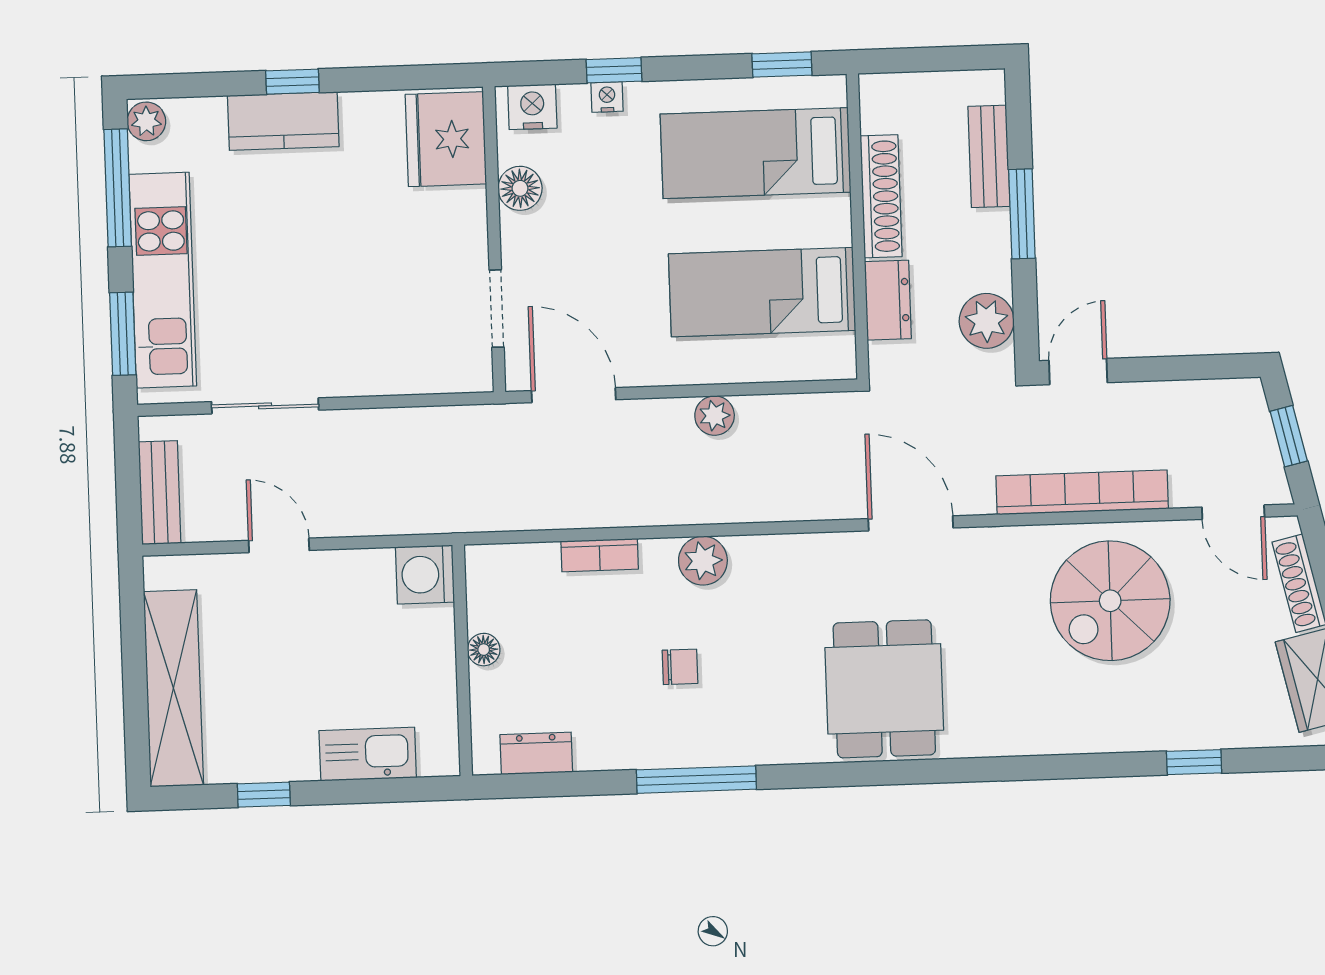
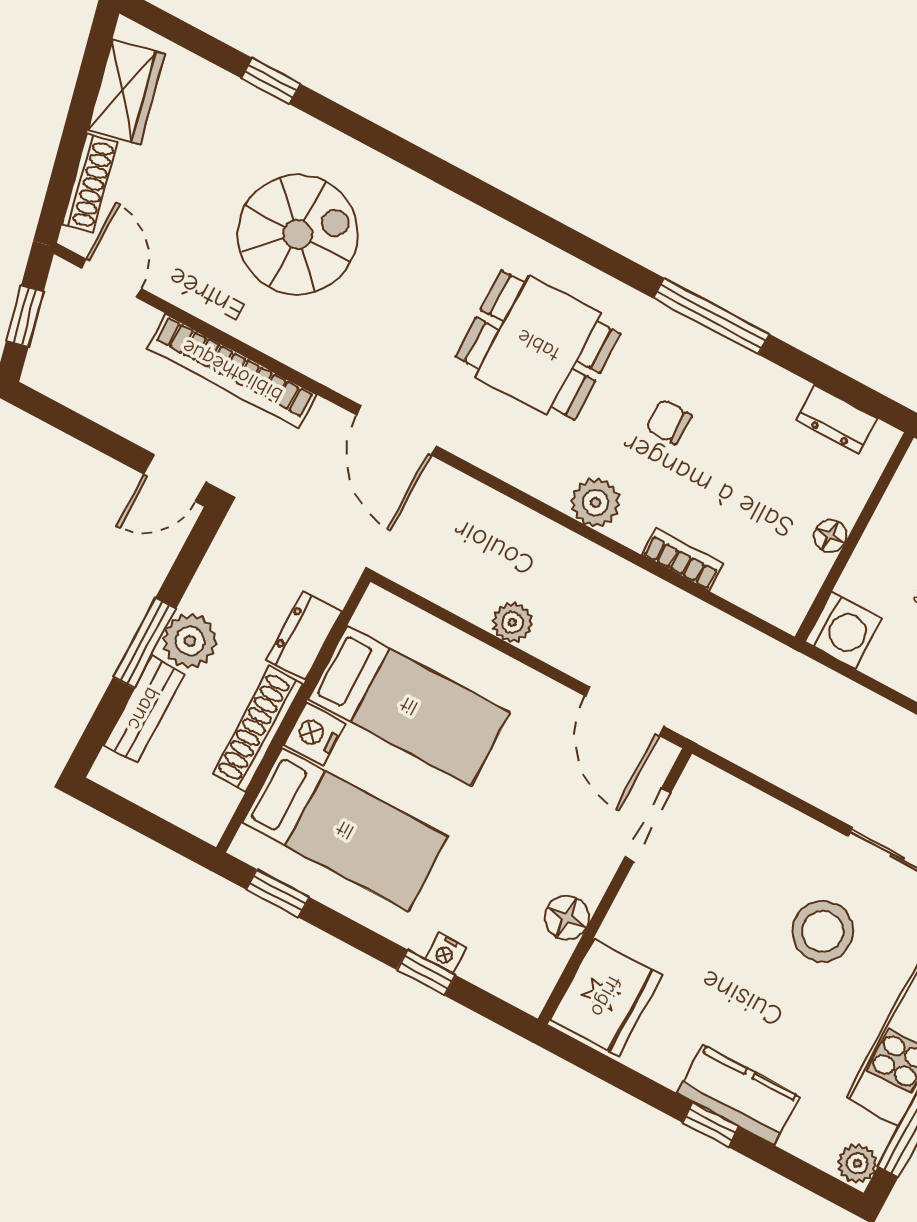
nightstand: (532, 107) -> (314, 734), moved, turned 90
stool: (292, 304) -> (823, 931), added
plant: (987, 321) -> (190, 641), moved
spiral stairs: (1110, 601) -> (298, 234), moved
dining table: (884, 689) -> (538, 345), moved, turned 90

